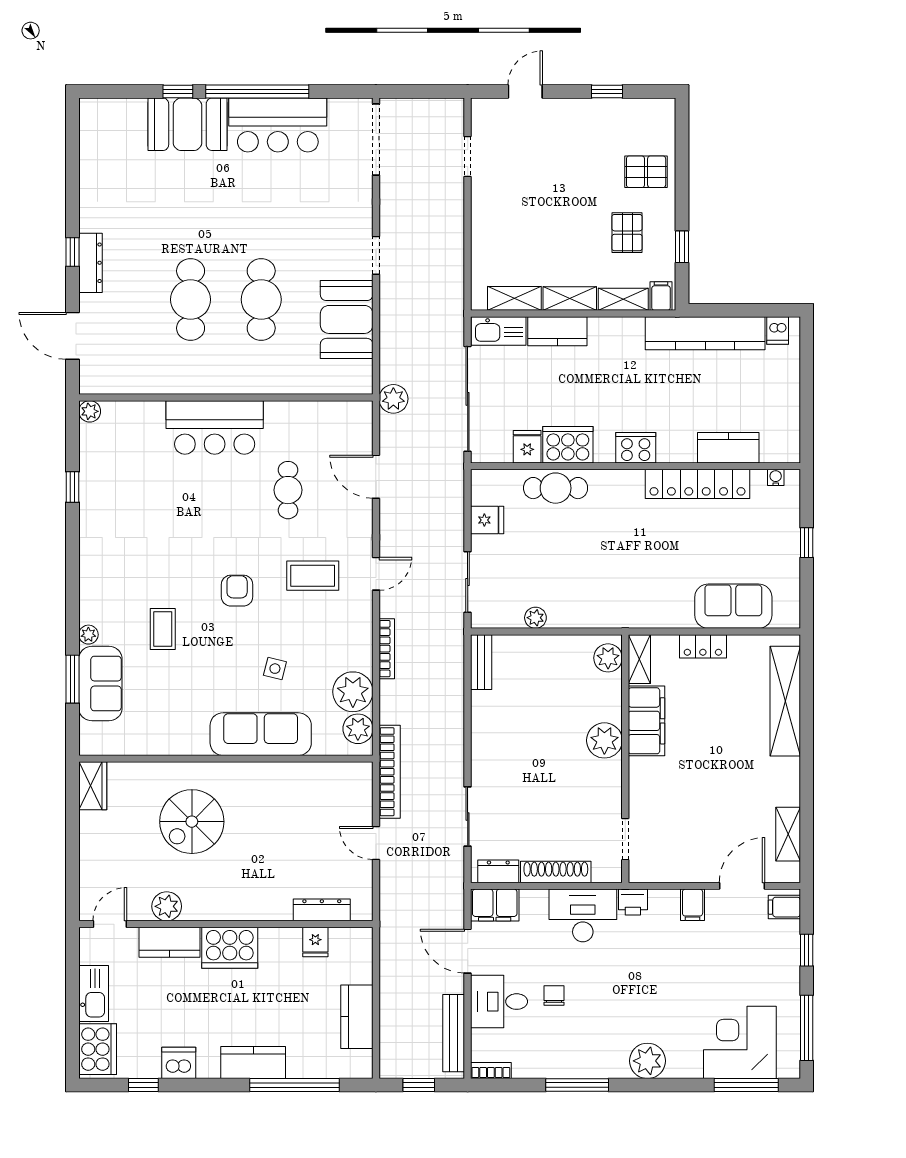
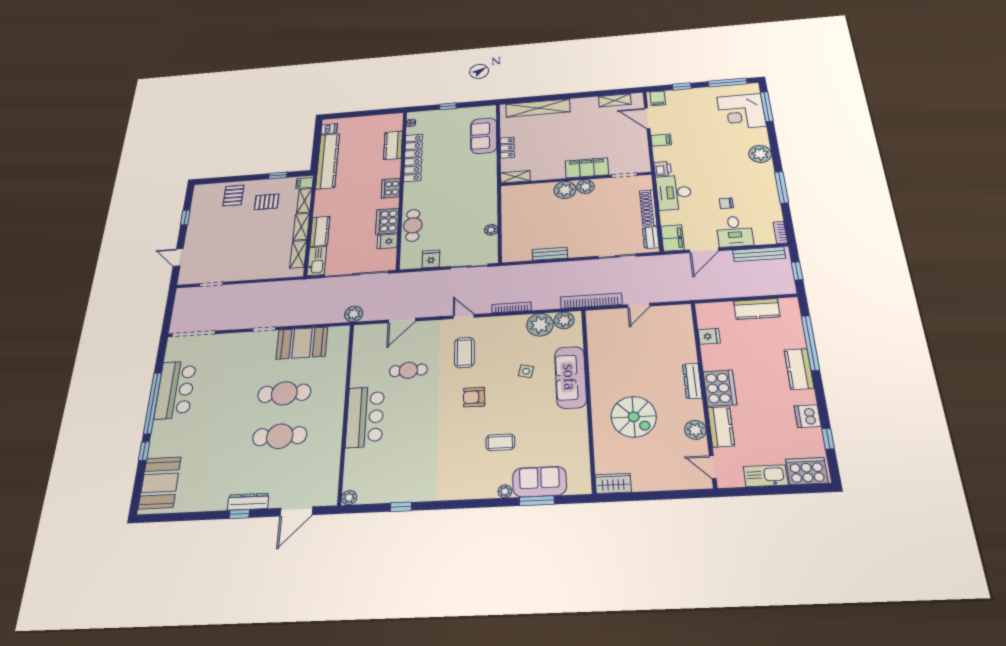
booth: (187, 124) -> (160, 483), moved
plant: (608, 658) -> (586, 187), moved
bench: (481, 662) -> (550, 254), moved
filing cabinet: (646, 721) -> (587, 168), moved
dresser: (322, 910) -> (692, 381), moved

